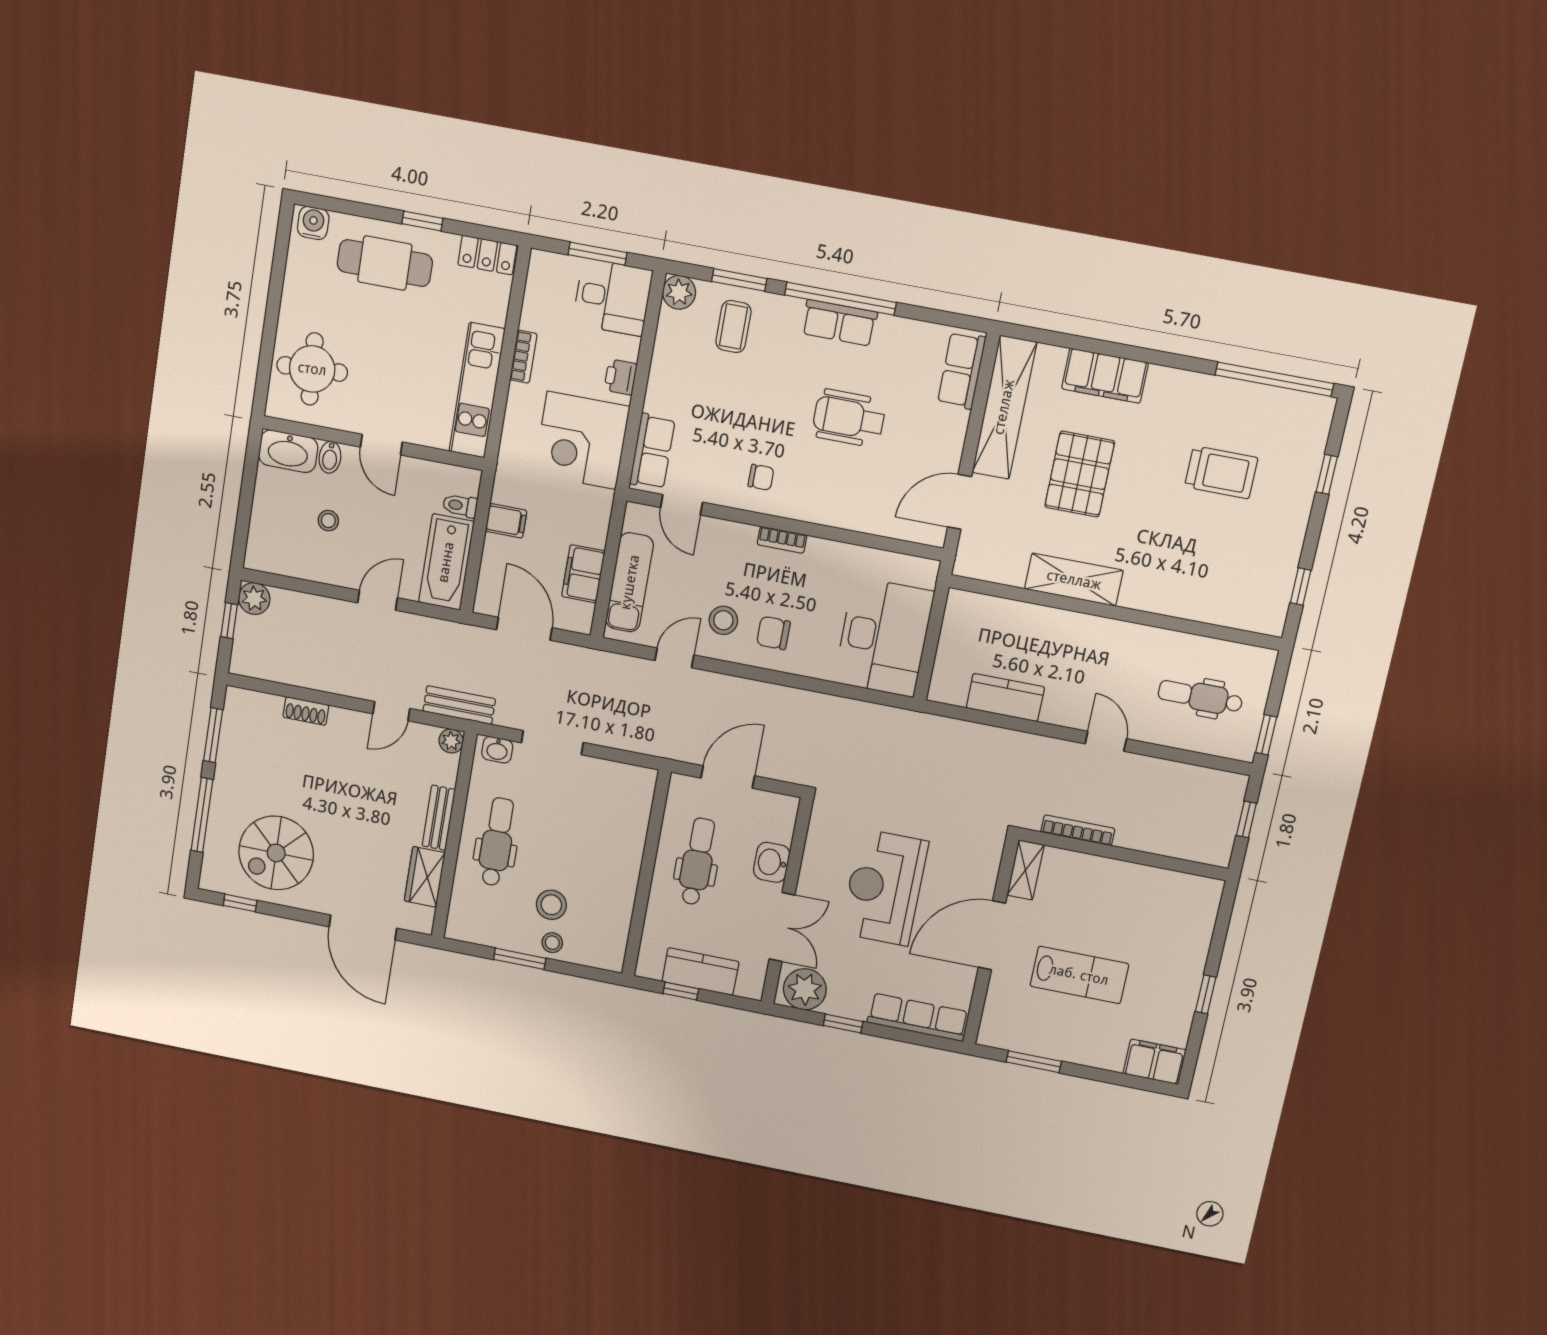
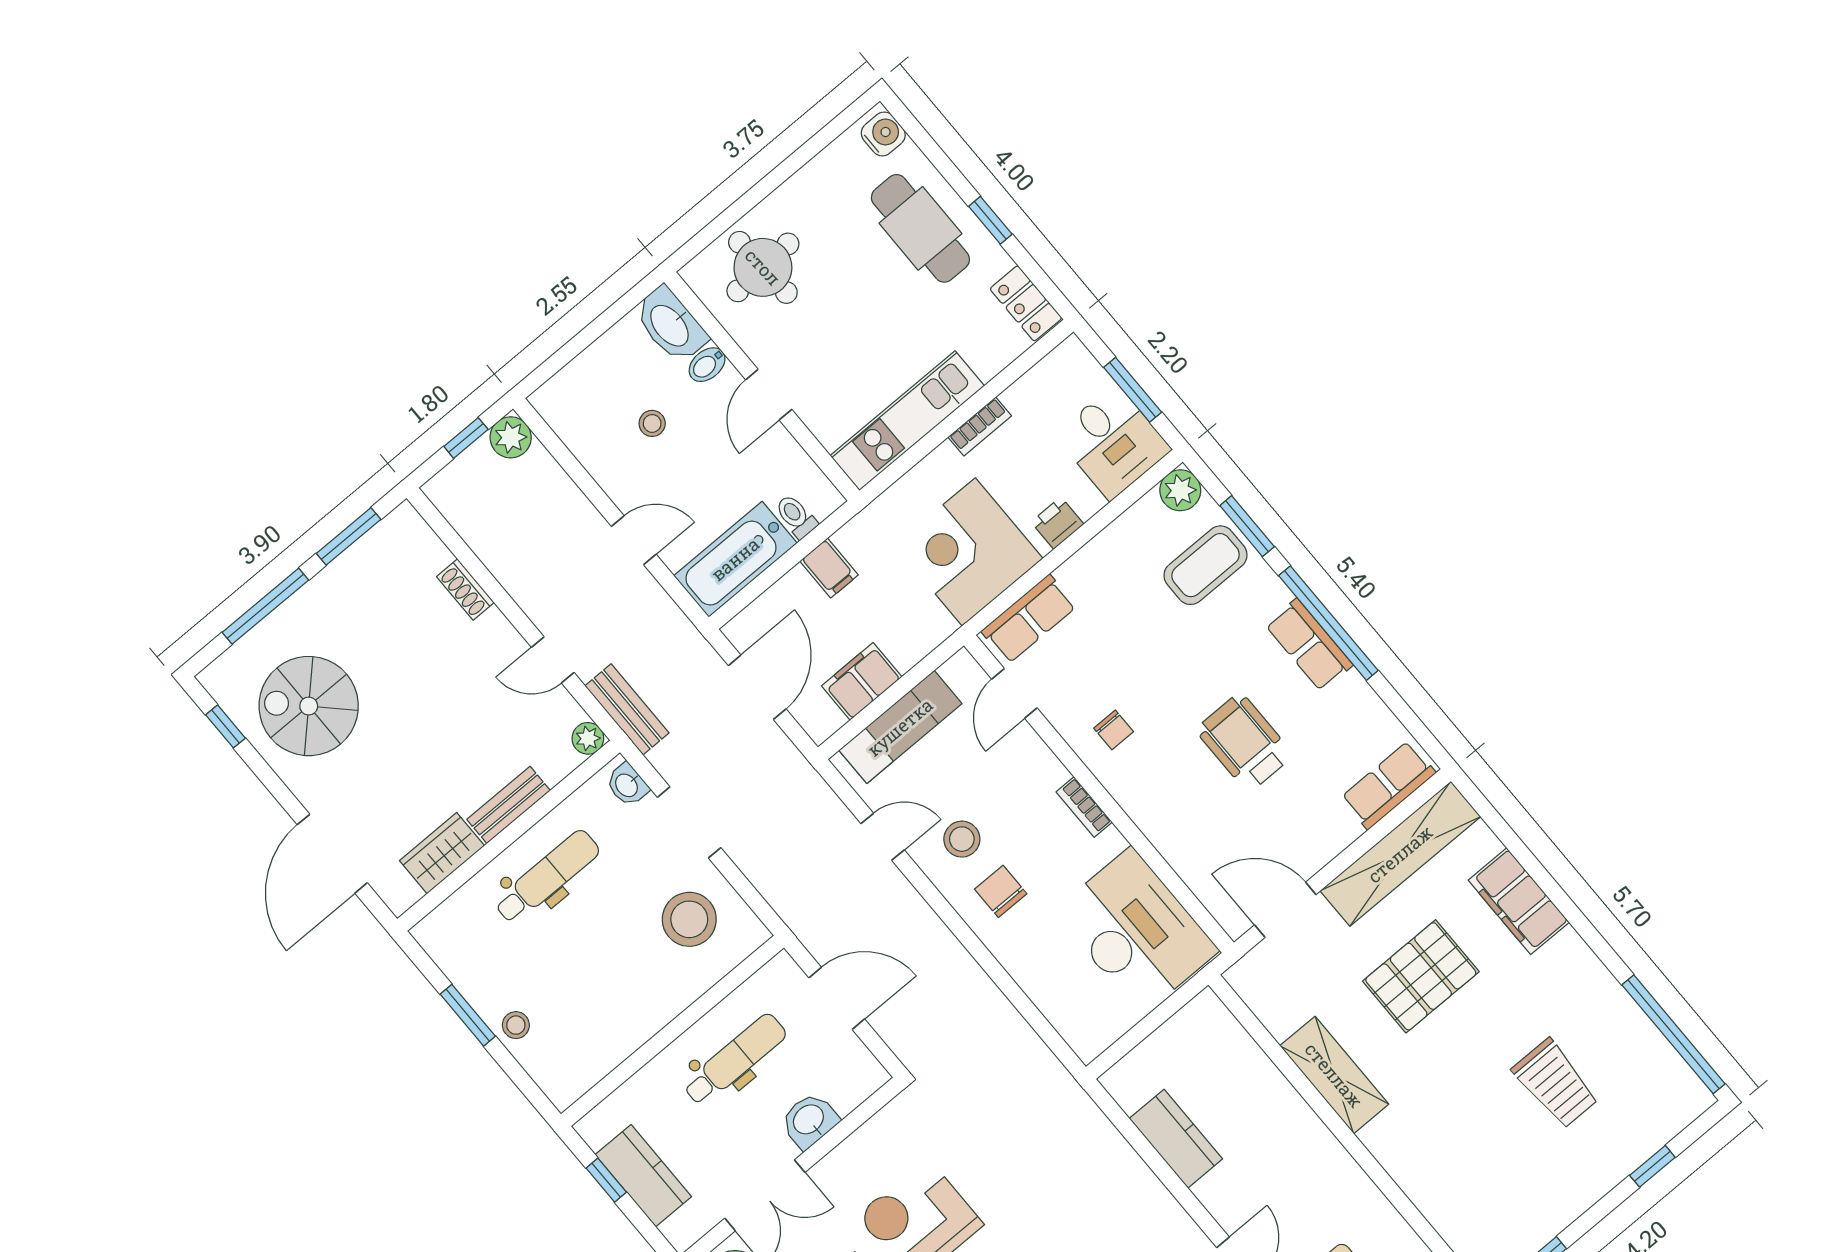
coffee table: (733, 327) -> (1206, 565), width x1.36, depth x1.30
desk: (884, 637) -> (1136, 931), moved, turned -90
stool: (551, 905) -> (689, 919), moved, width x1.38, depth x1.38

